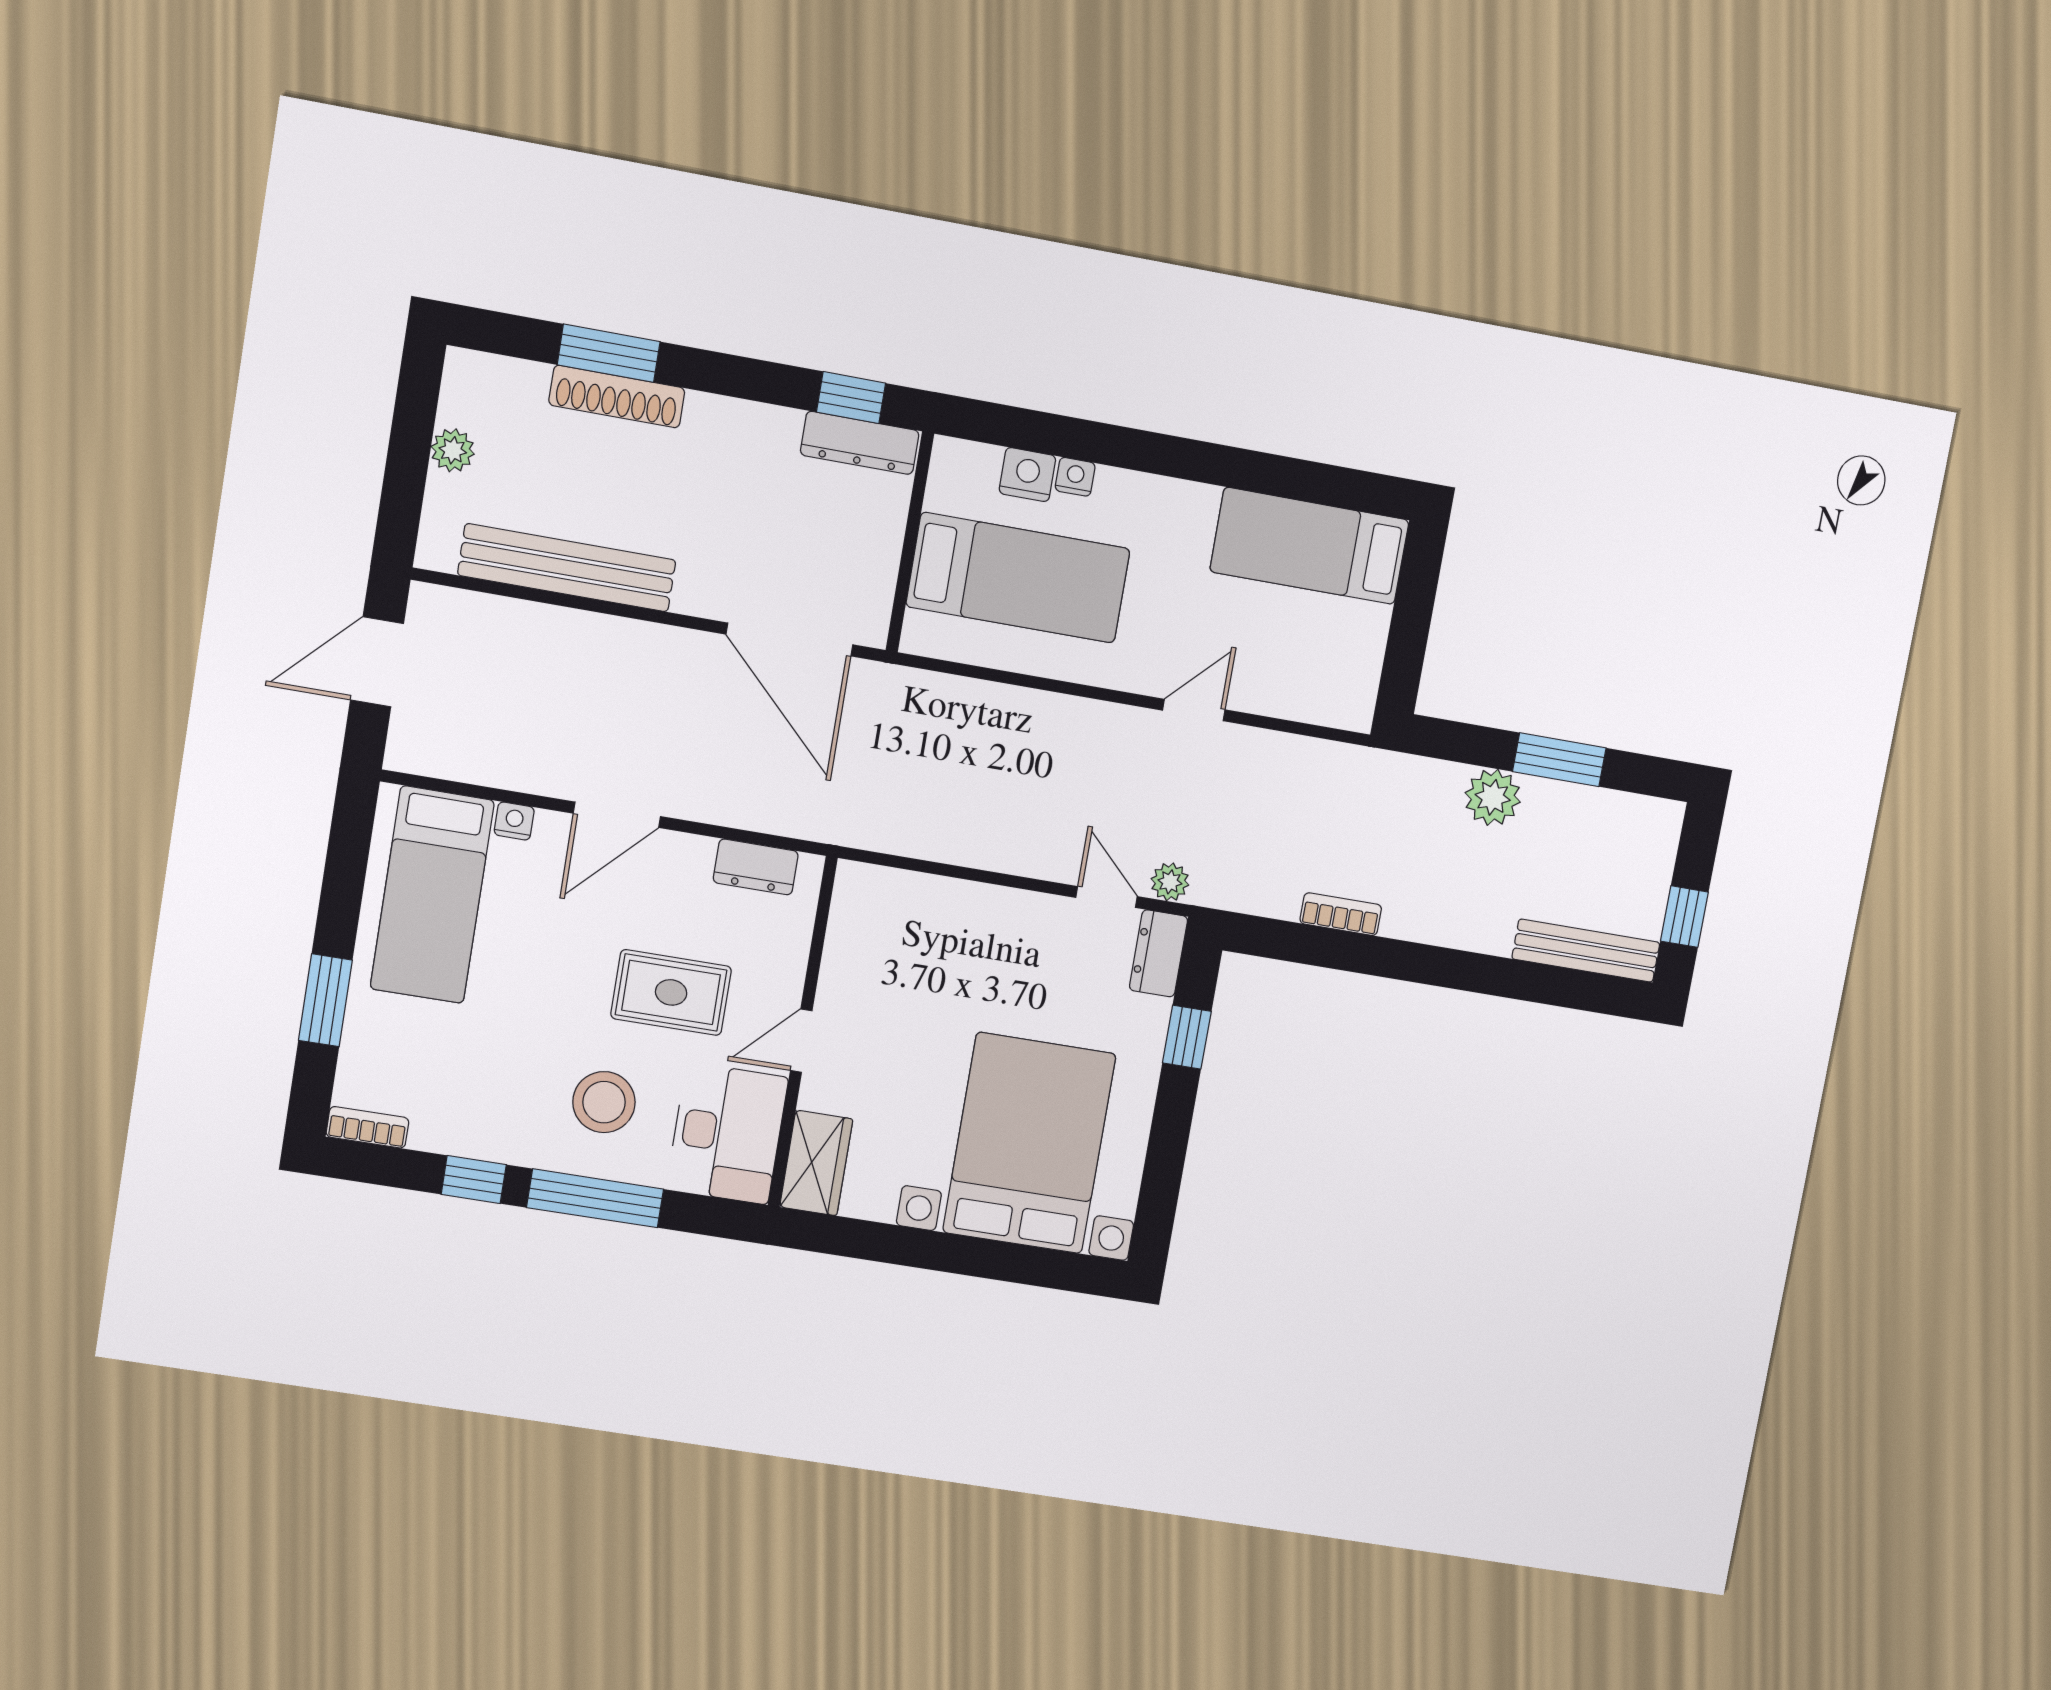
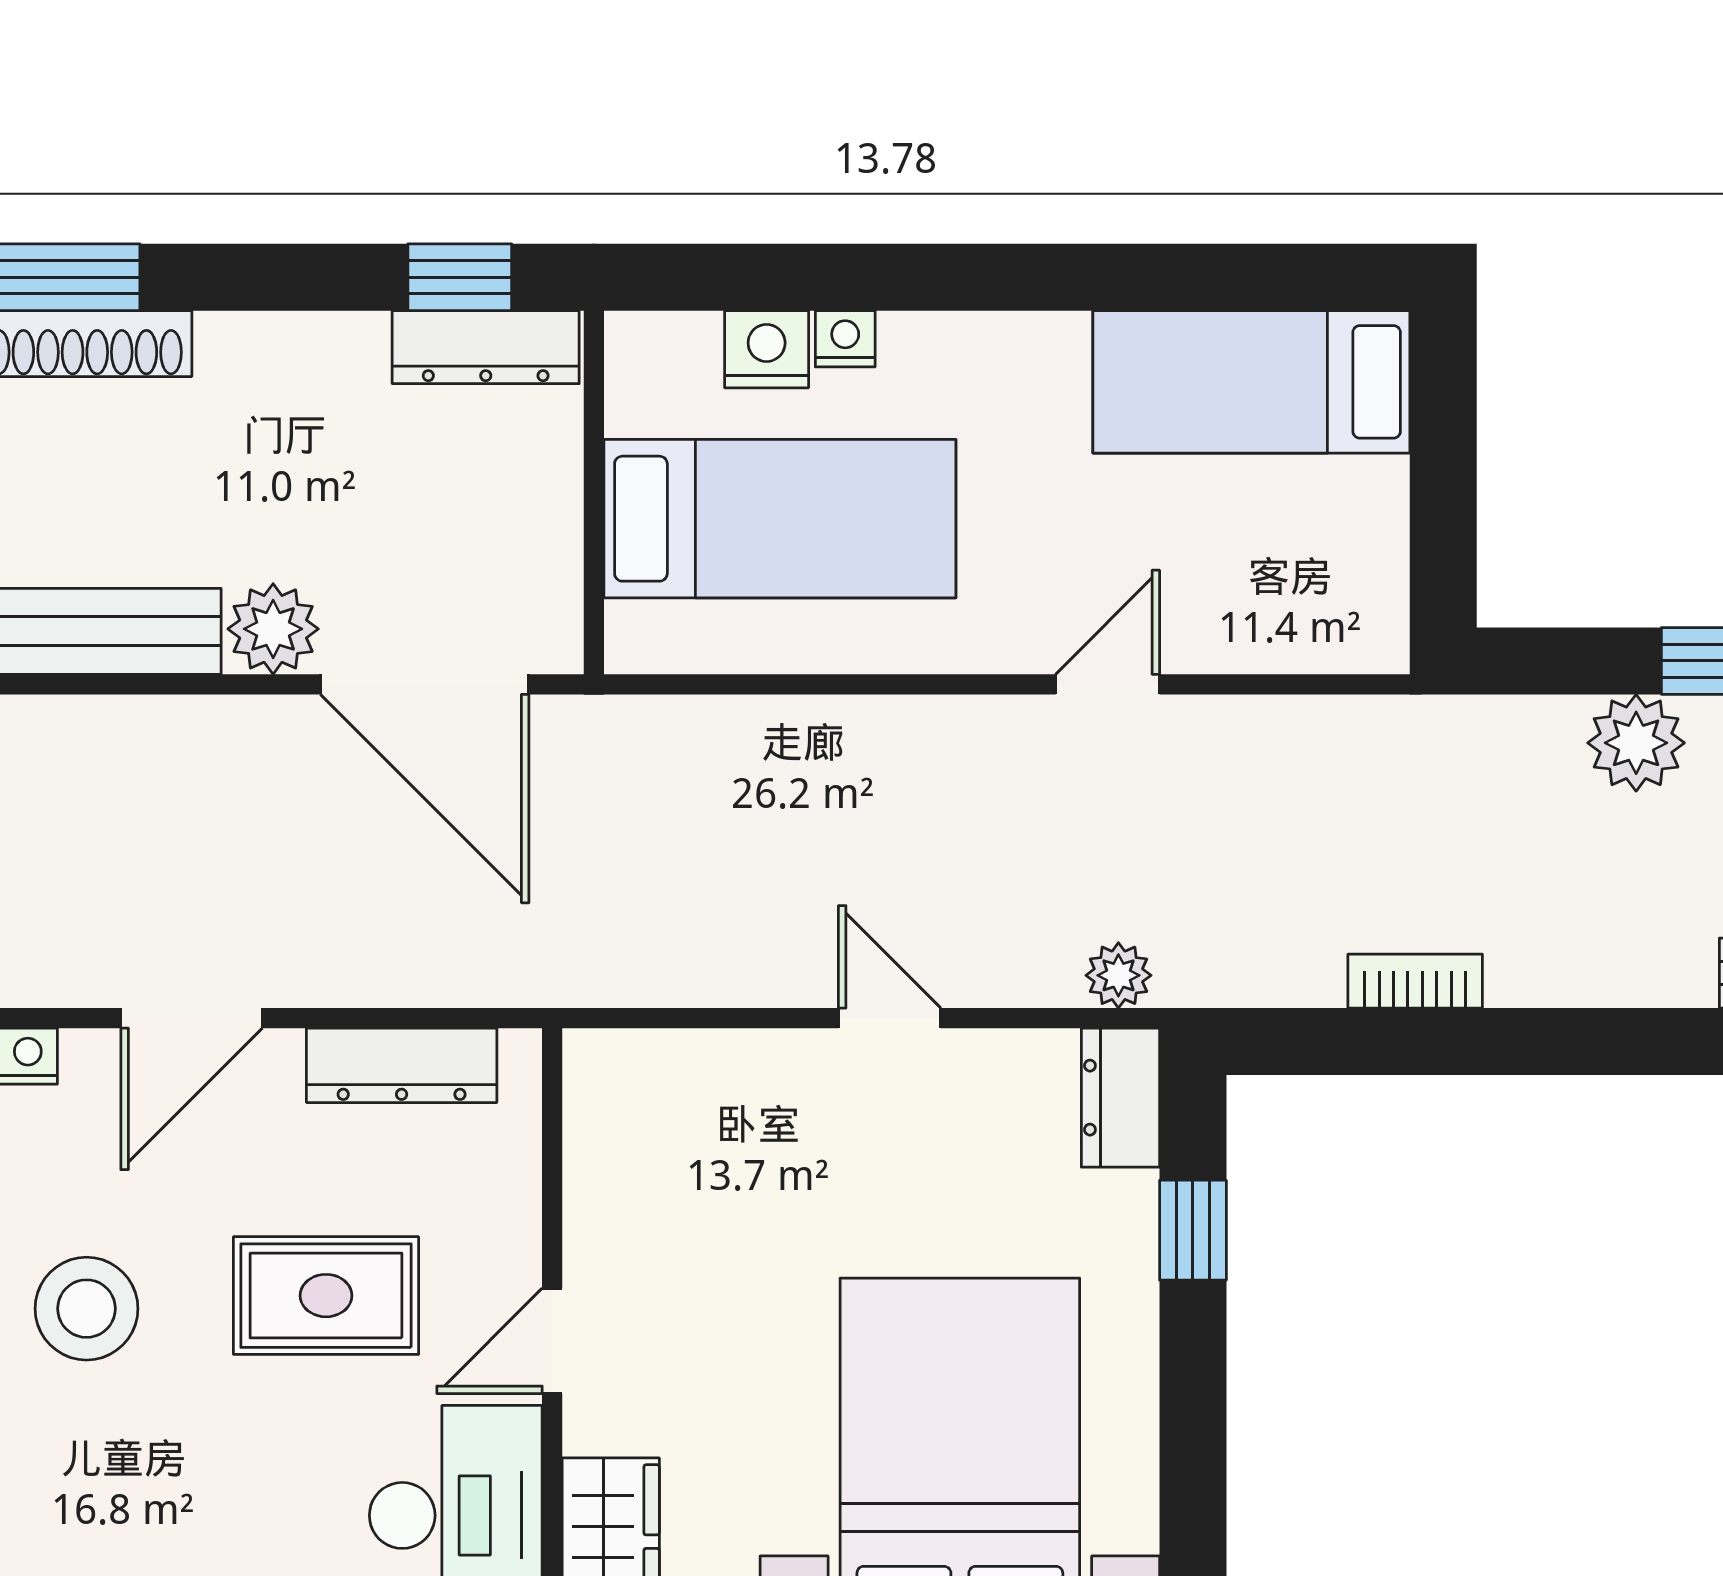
plant: (704, 590) -> (273, 629), added
dresser: (756, 867) -> (402, 1065), width x1.44
door: (1107, 897) -> (890, 1018), moved
stool: (604, 1102) -> (86, 1309), moved

